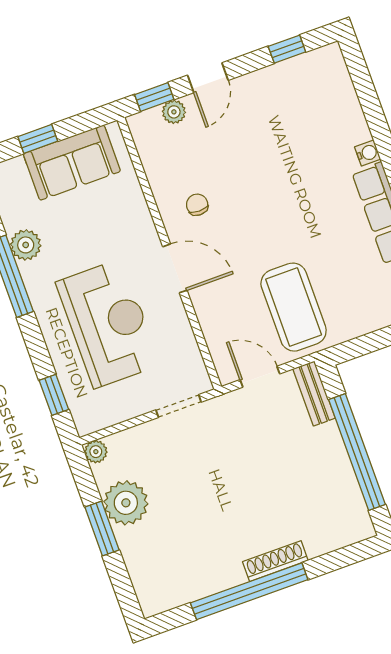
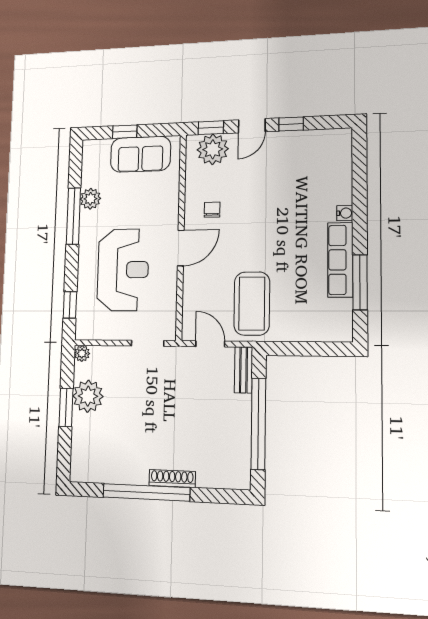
window: (287, 49) -> (291, 124), moved
plant: (174, 112) -> (213, 149), width x1.88, depth x1.88
door: (175, 268) -> (181, 248), hinge flipped

